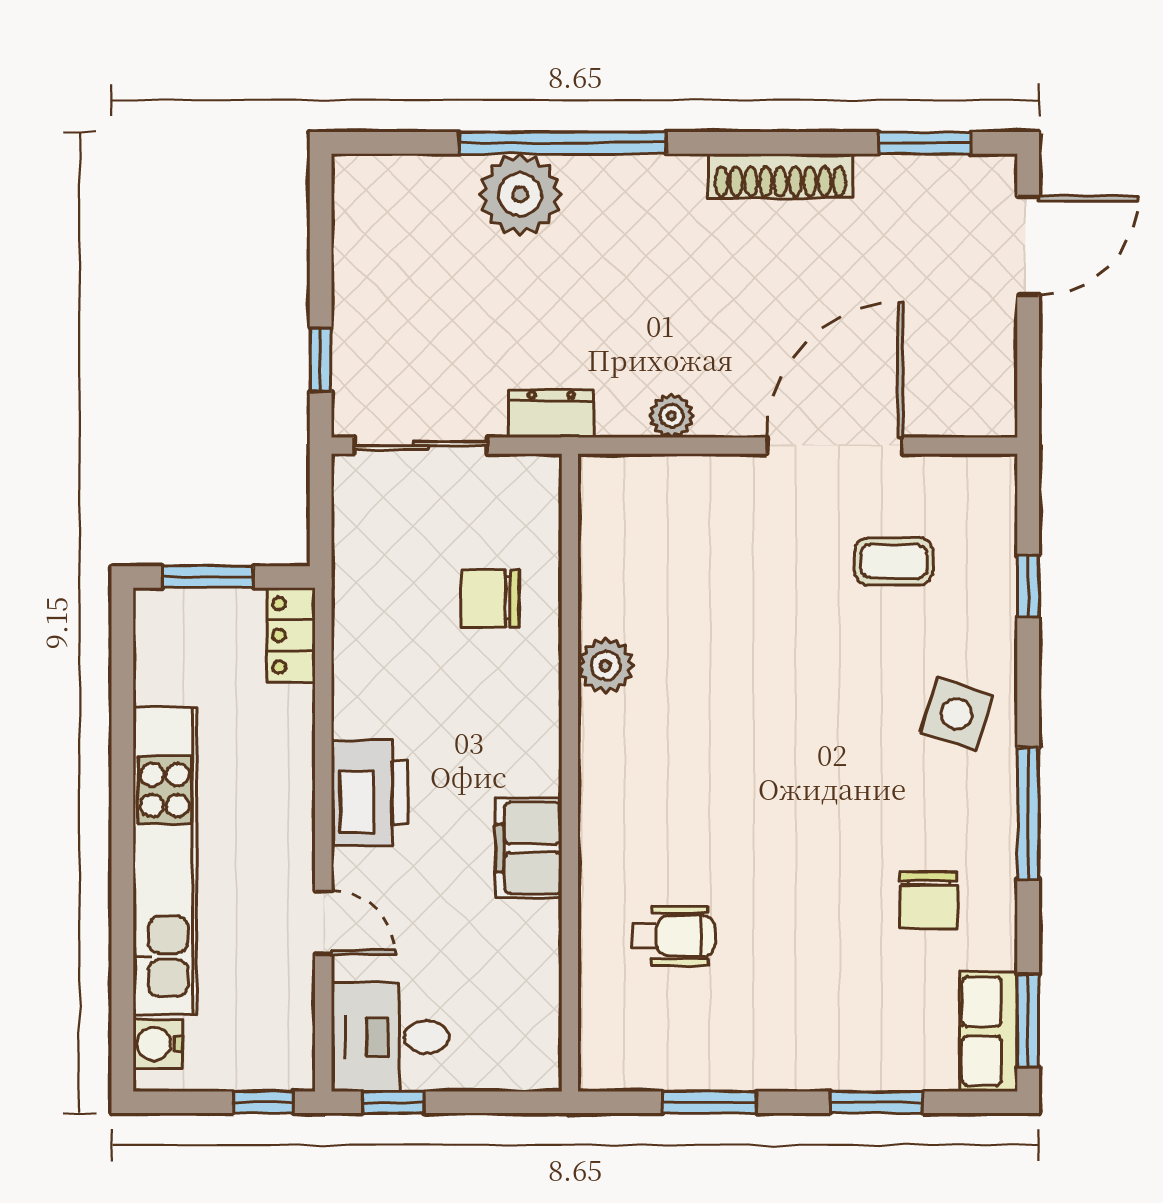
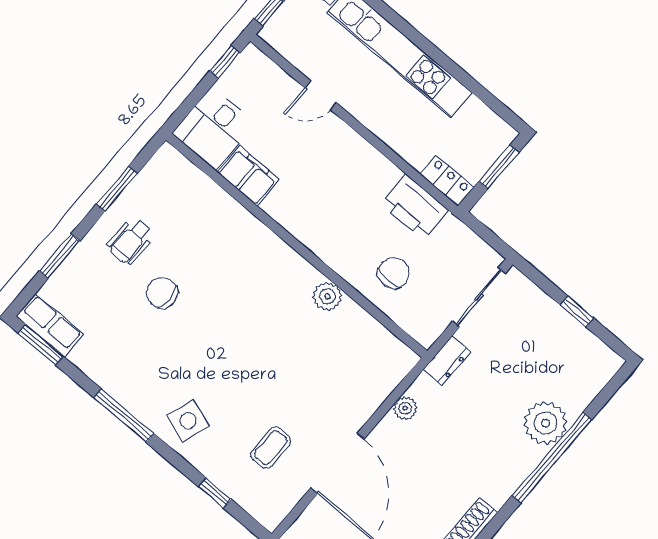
window: (321, 360) -> (577, 311), moved
printer: (369, 792) -> (414, 207), moved
filing cabinet: (529, 848) -> (248, 176), moved
chair: (929, 900) -> (162, 293), moved
wheelchair: (673, 936) -> (131, 241), moved
desk: (390, 1037) -> (213, 128), moved, turned 180

